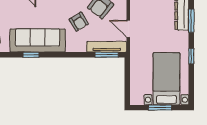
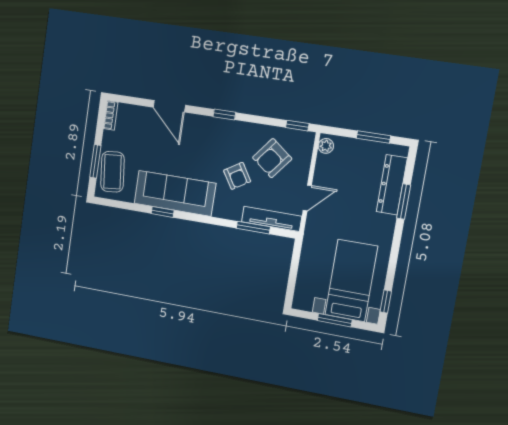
door: (128, 29) -> (307, 198), swing flipped
window: (107, 55) -> (253, 228), moved
window: (191, 56) -> (386, 302), moved

